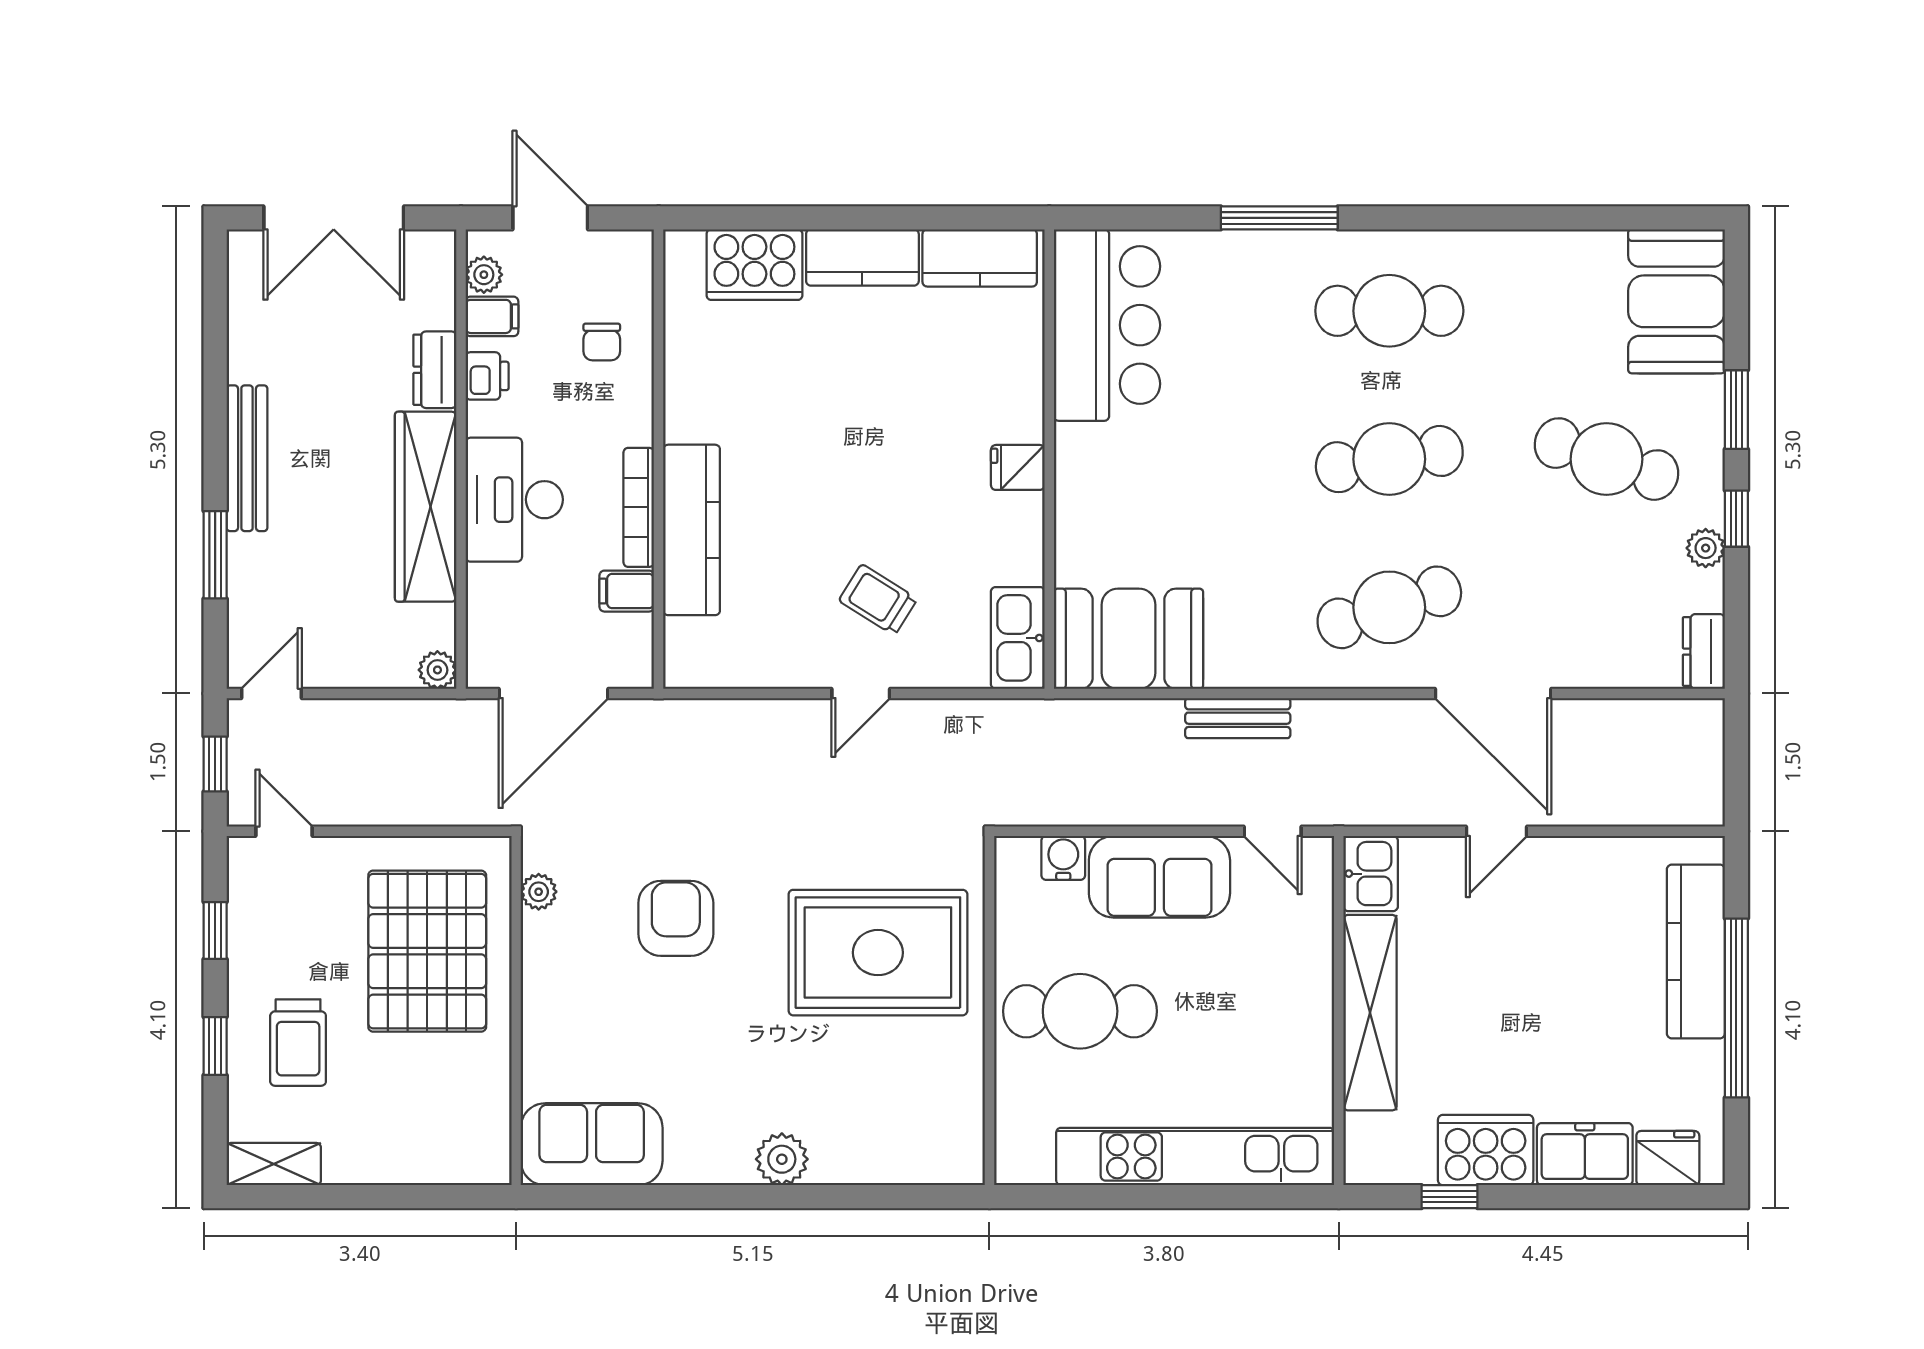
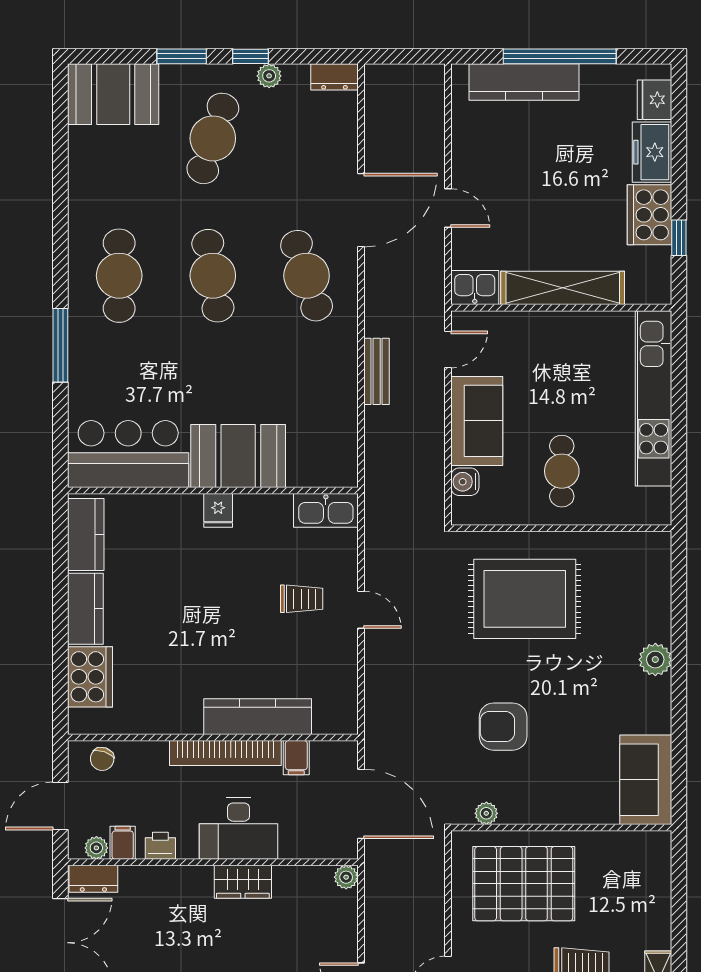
chair: (602, 342) -> (102, 759), moved, turned 109
dresser: (435, 370) -> (93, 879), moved
wardrobe: (426, 507) -> (243, 882), width x0.48, depth x0.85
bookcase: (639, 507) -> (225, 753), width x1.48, depth x1.31
trolley: (878, 600) -> (302, 599), turned -122
booth: (1128, 639) -> (238, 456), moved, turned 90
rug: (878, 953) -> (525, 599), turned 90
cafe table: (1080, 1011) -> (562, 471), width x0.73, depth x0.74

